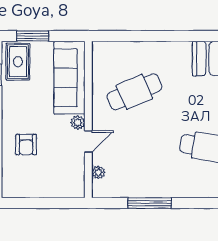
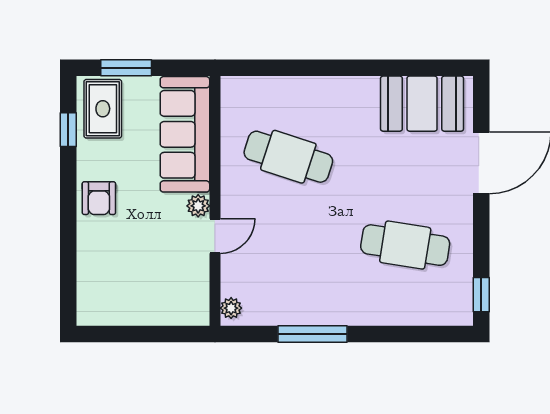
cafe table: (134, 92) -> (288, 157), turned 42
armchair: (26, 145) -> (99, 198), moved
plant: (98, 172) -> (231, 308), moved

